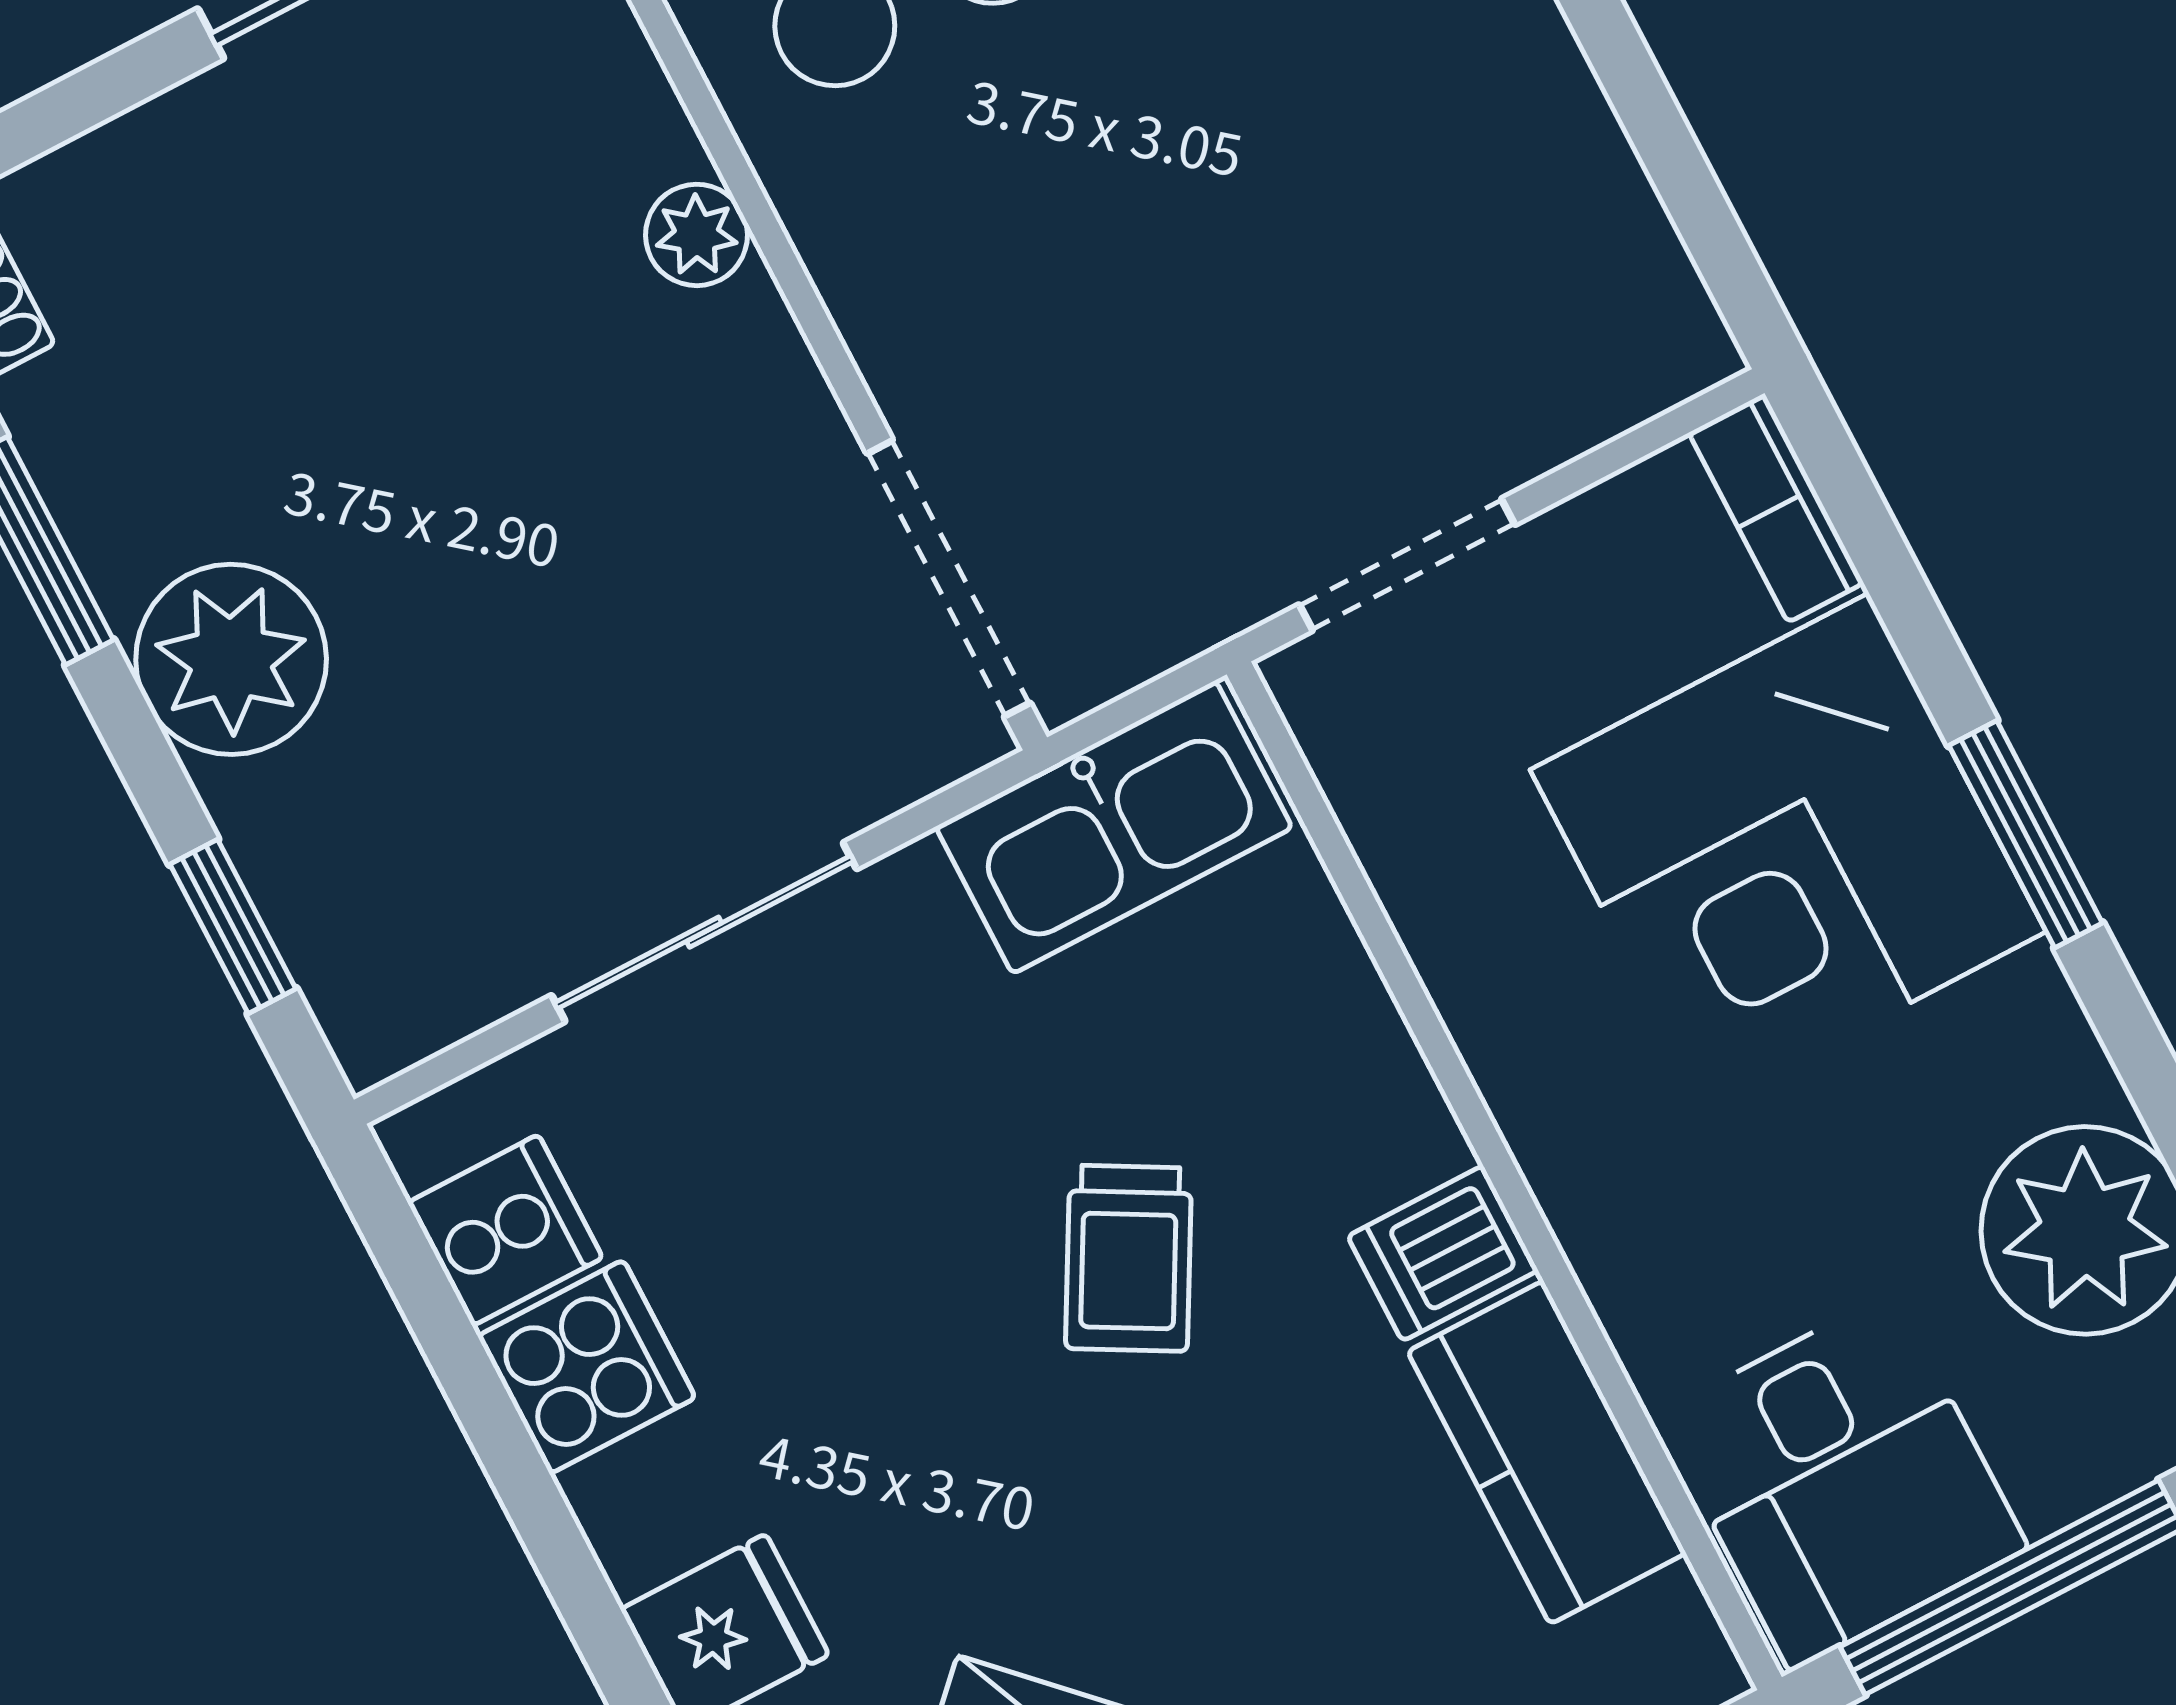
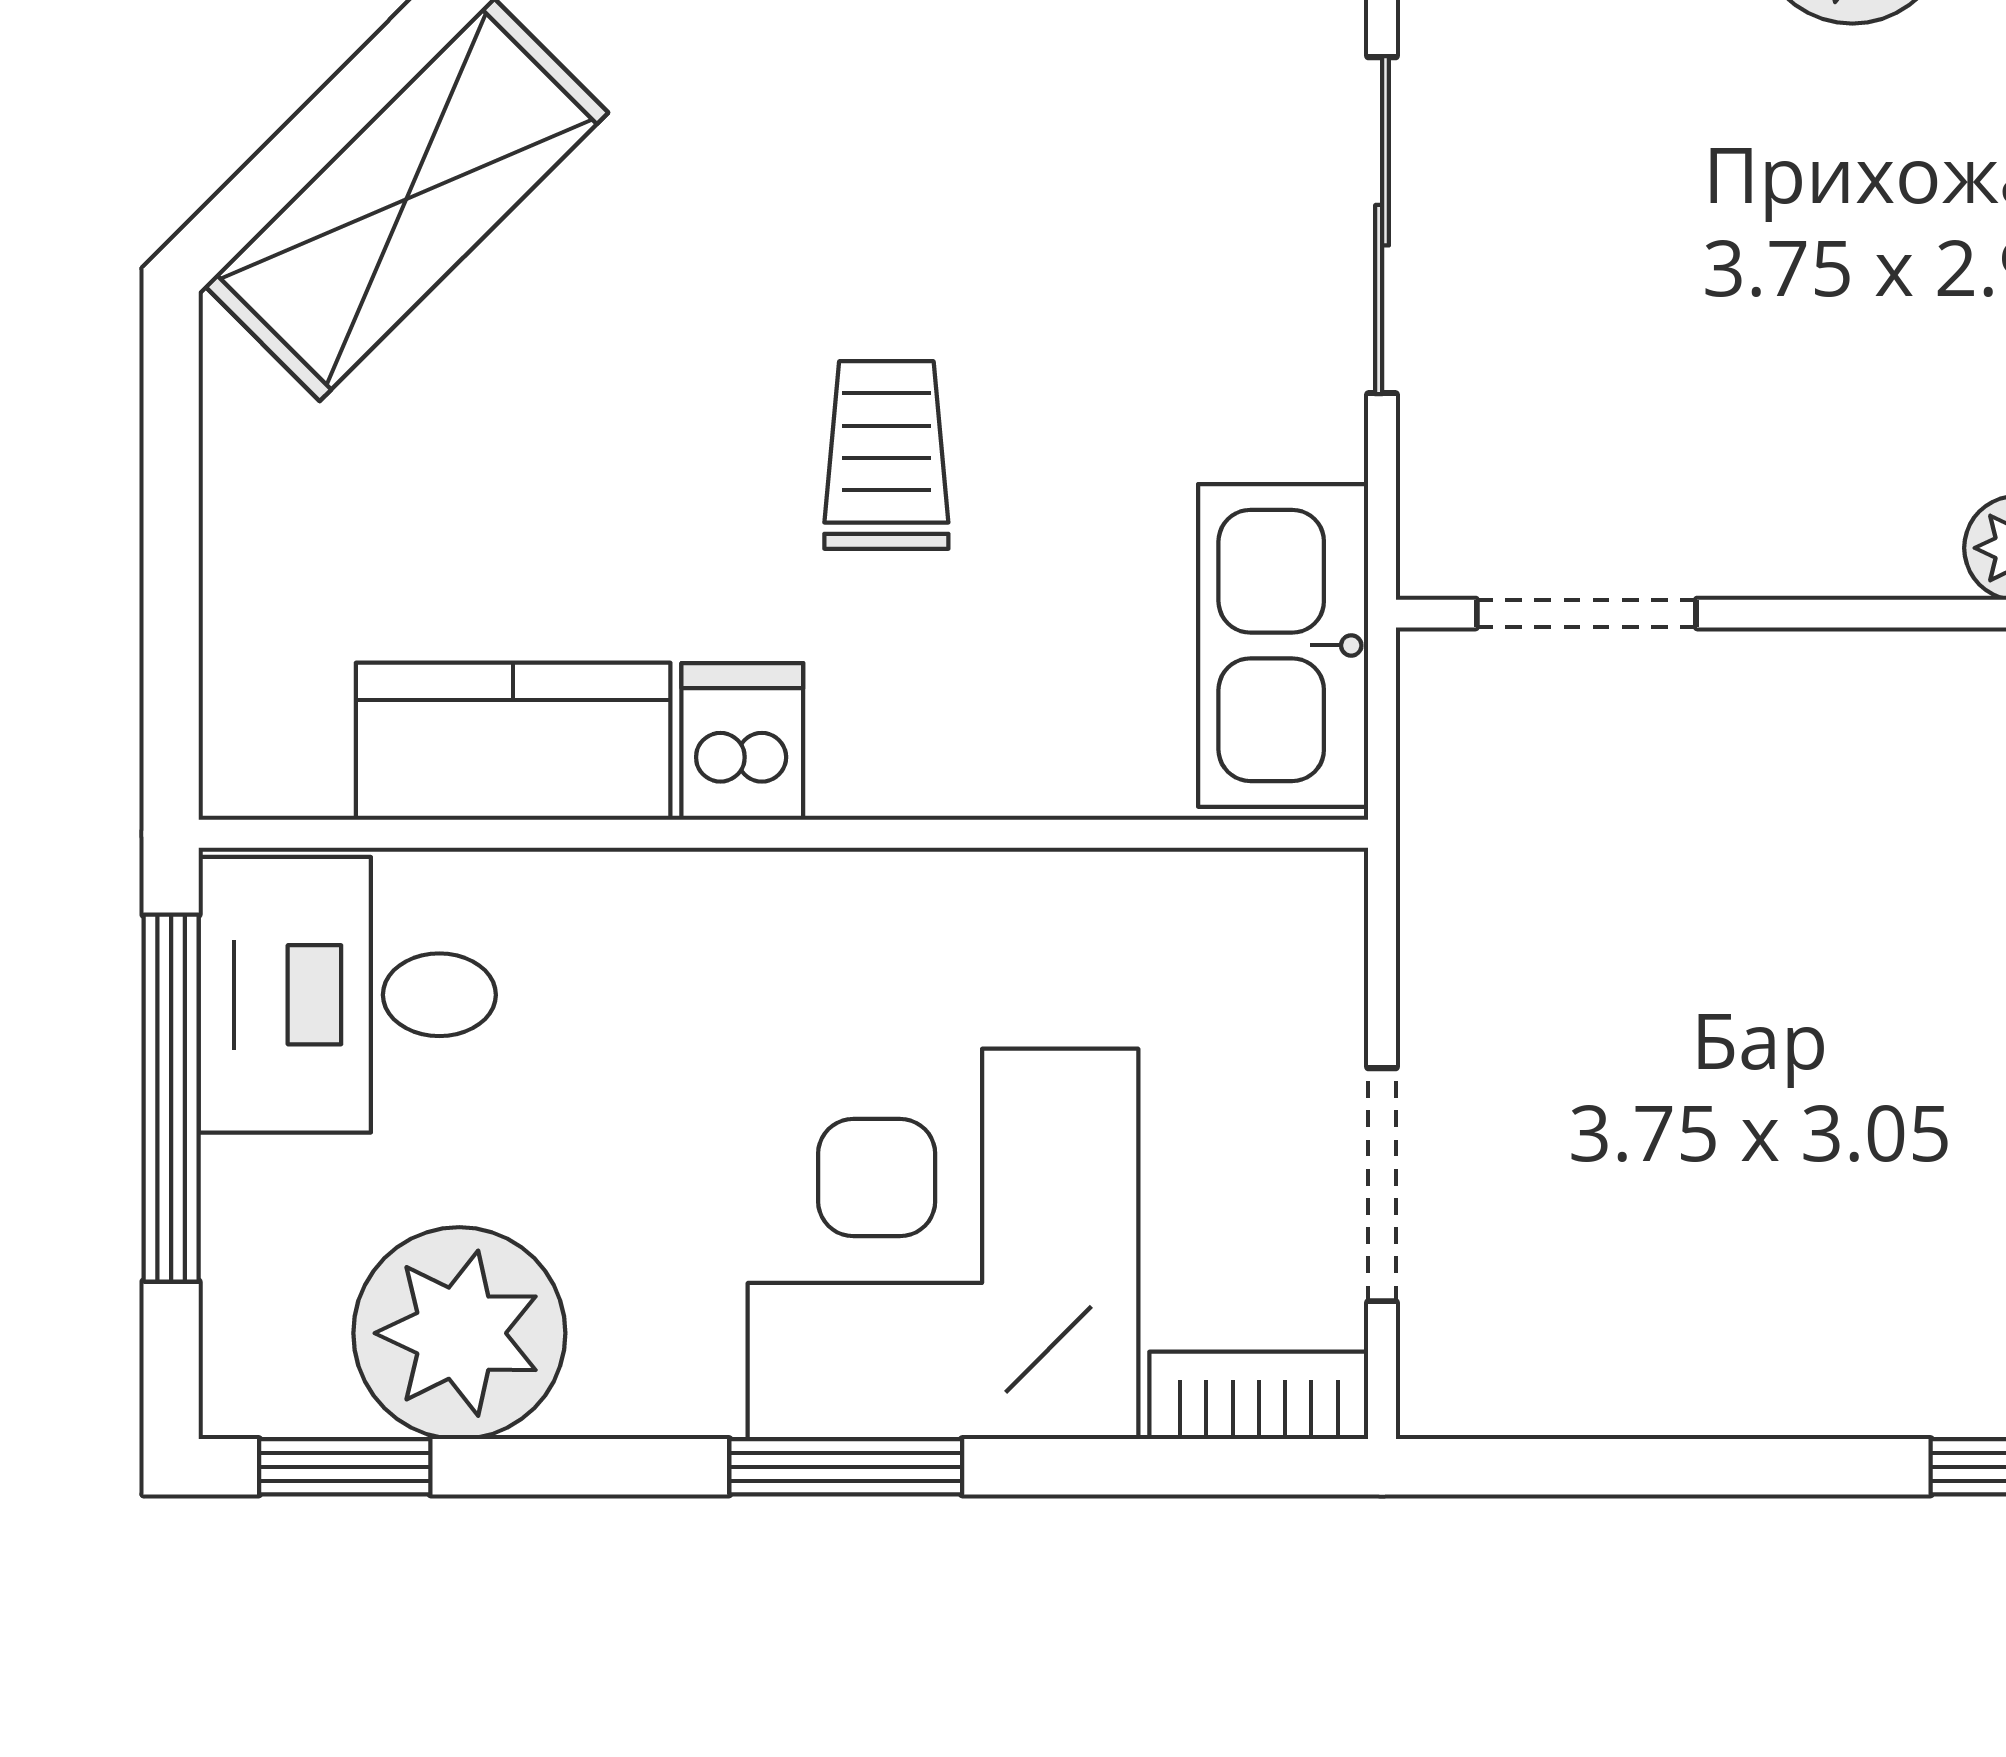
doorway: (1407, 565) -> (1382, 1185), moved
doorway: (949, 578) -> (1586, 614), width x0.73
trolley: (1129, 1258) -> (886, 455), turned 61

